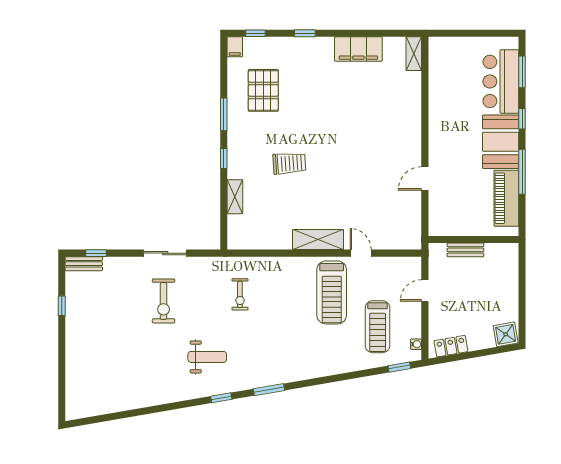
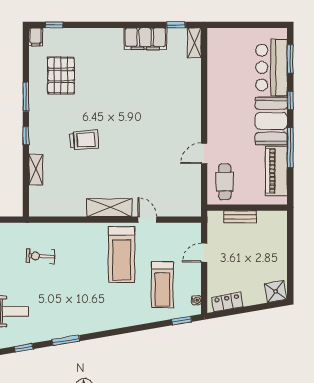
window: (305, 33) -> (176, 25), moved
cafe table: (448, 210) -> (225, 182), added
exercise bike: (240, 294) -> (40, 256), turned 93

